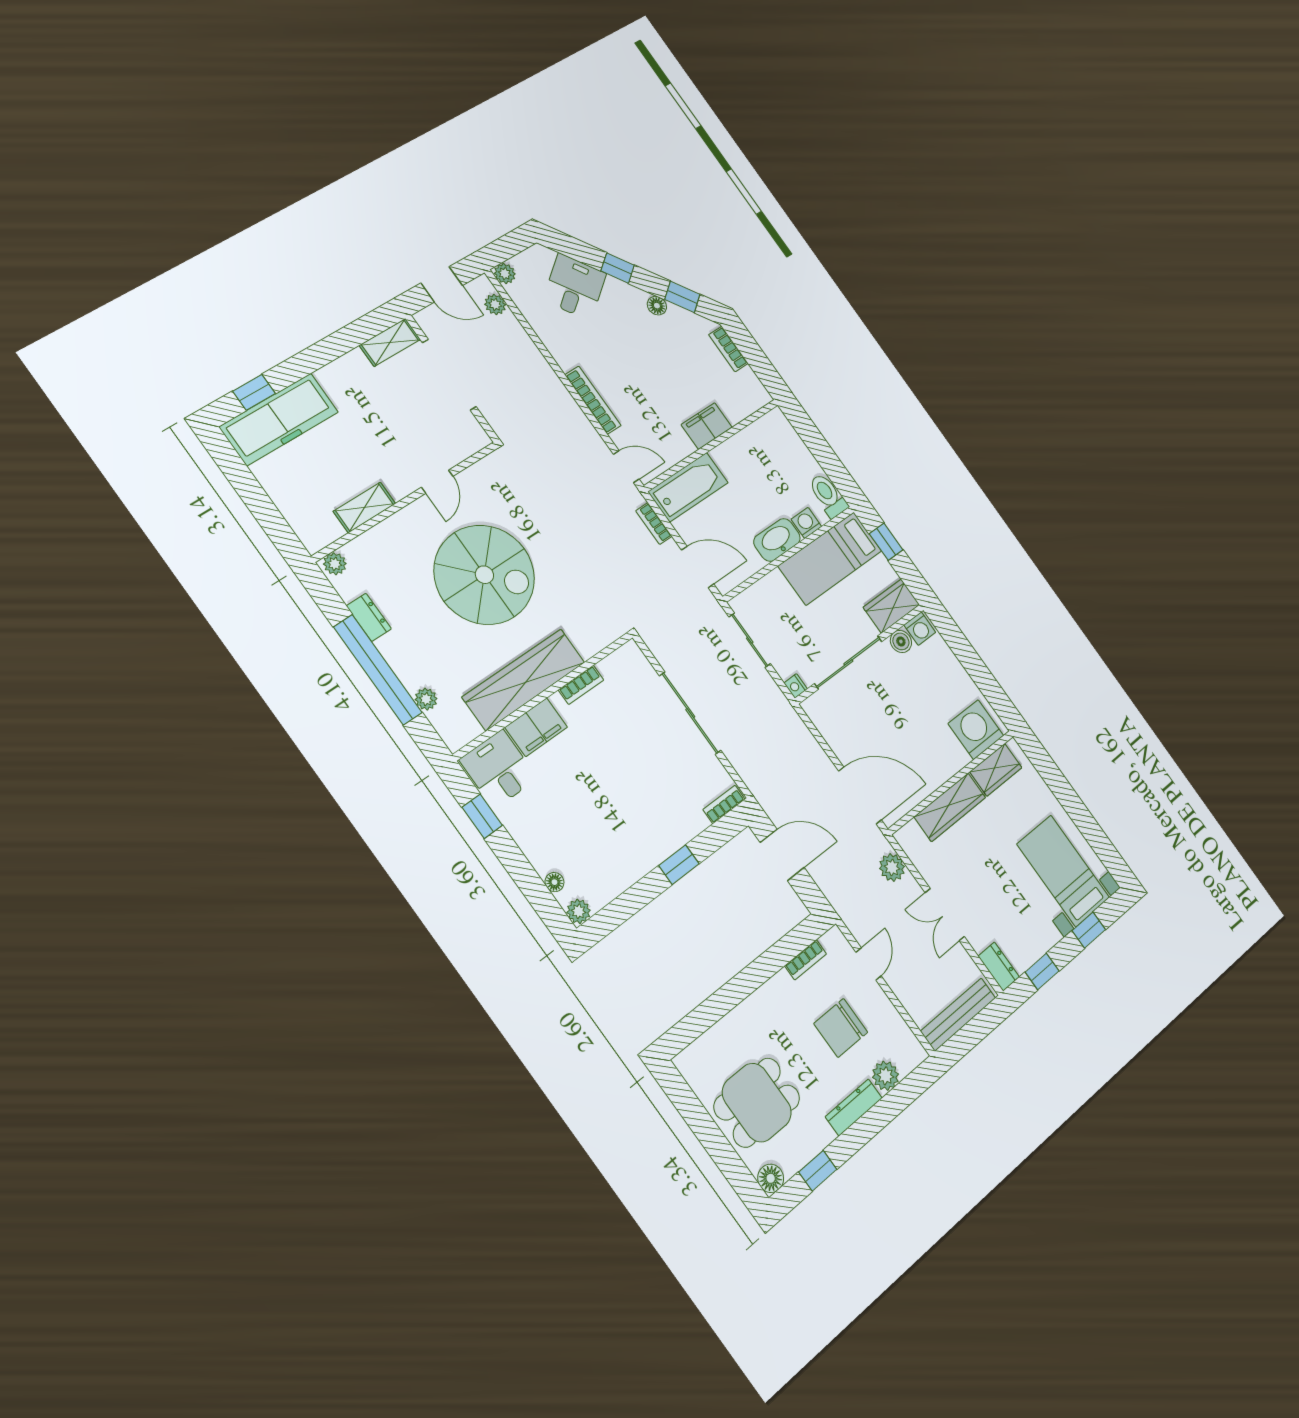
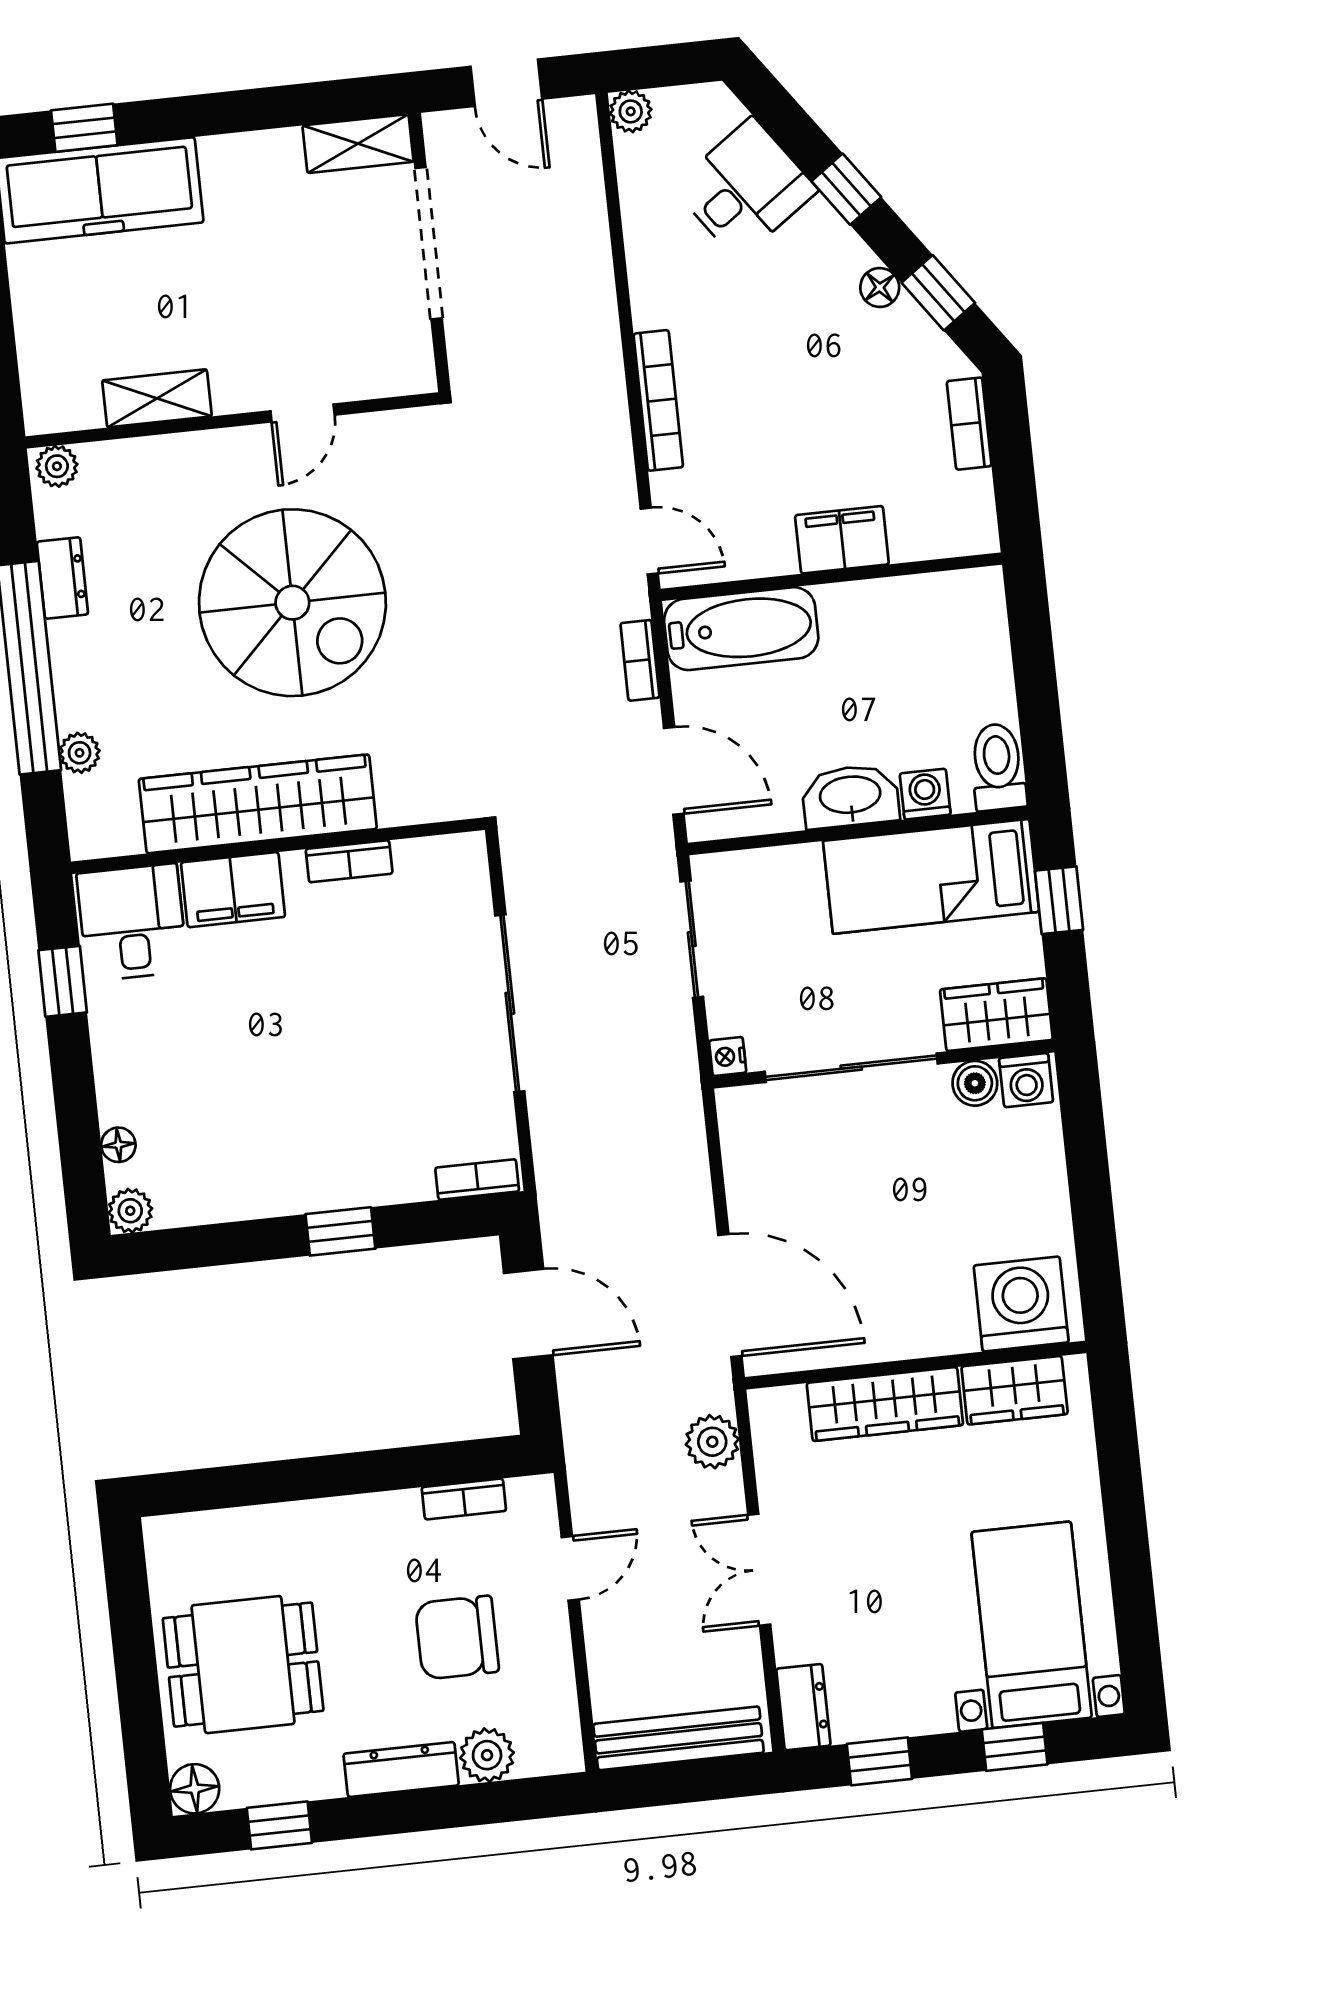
plant: (495, 304) -> (581, 158), removed

